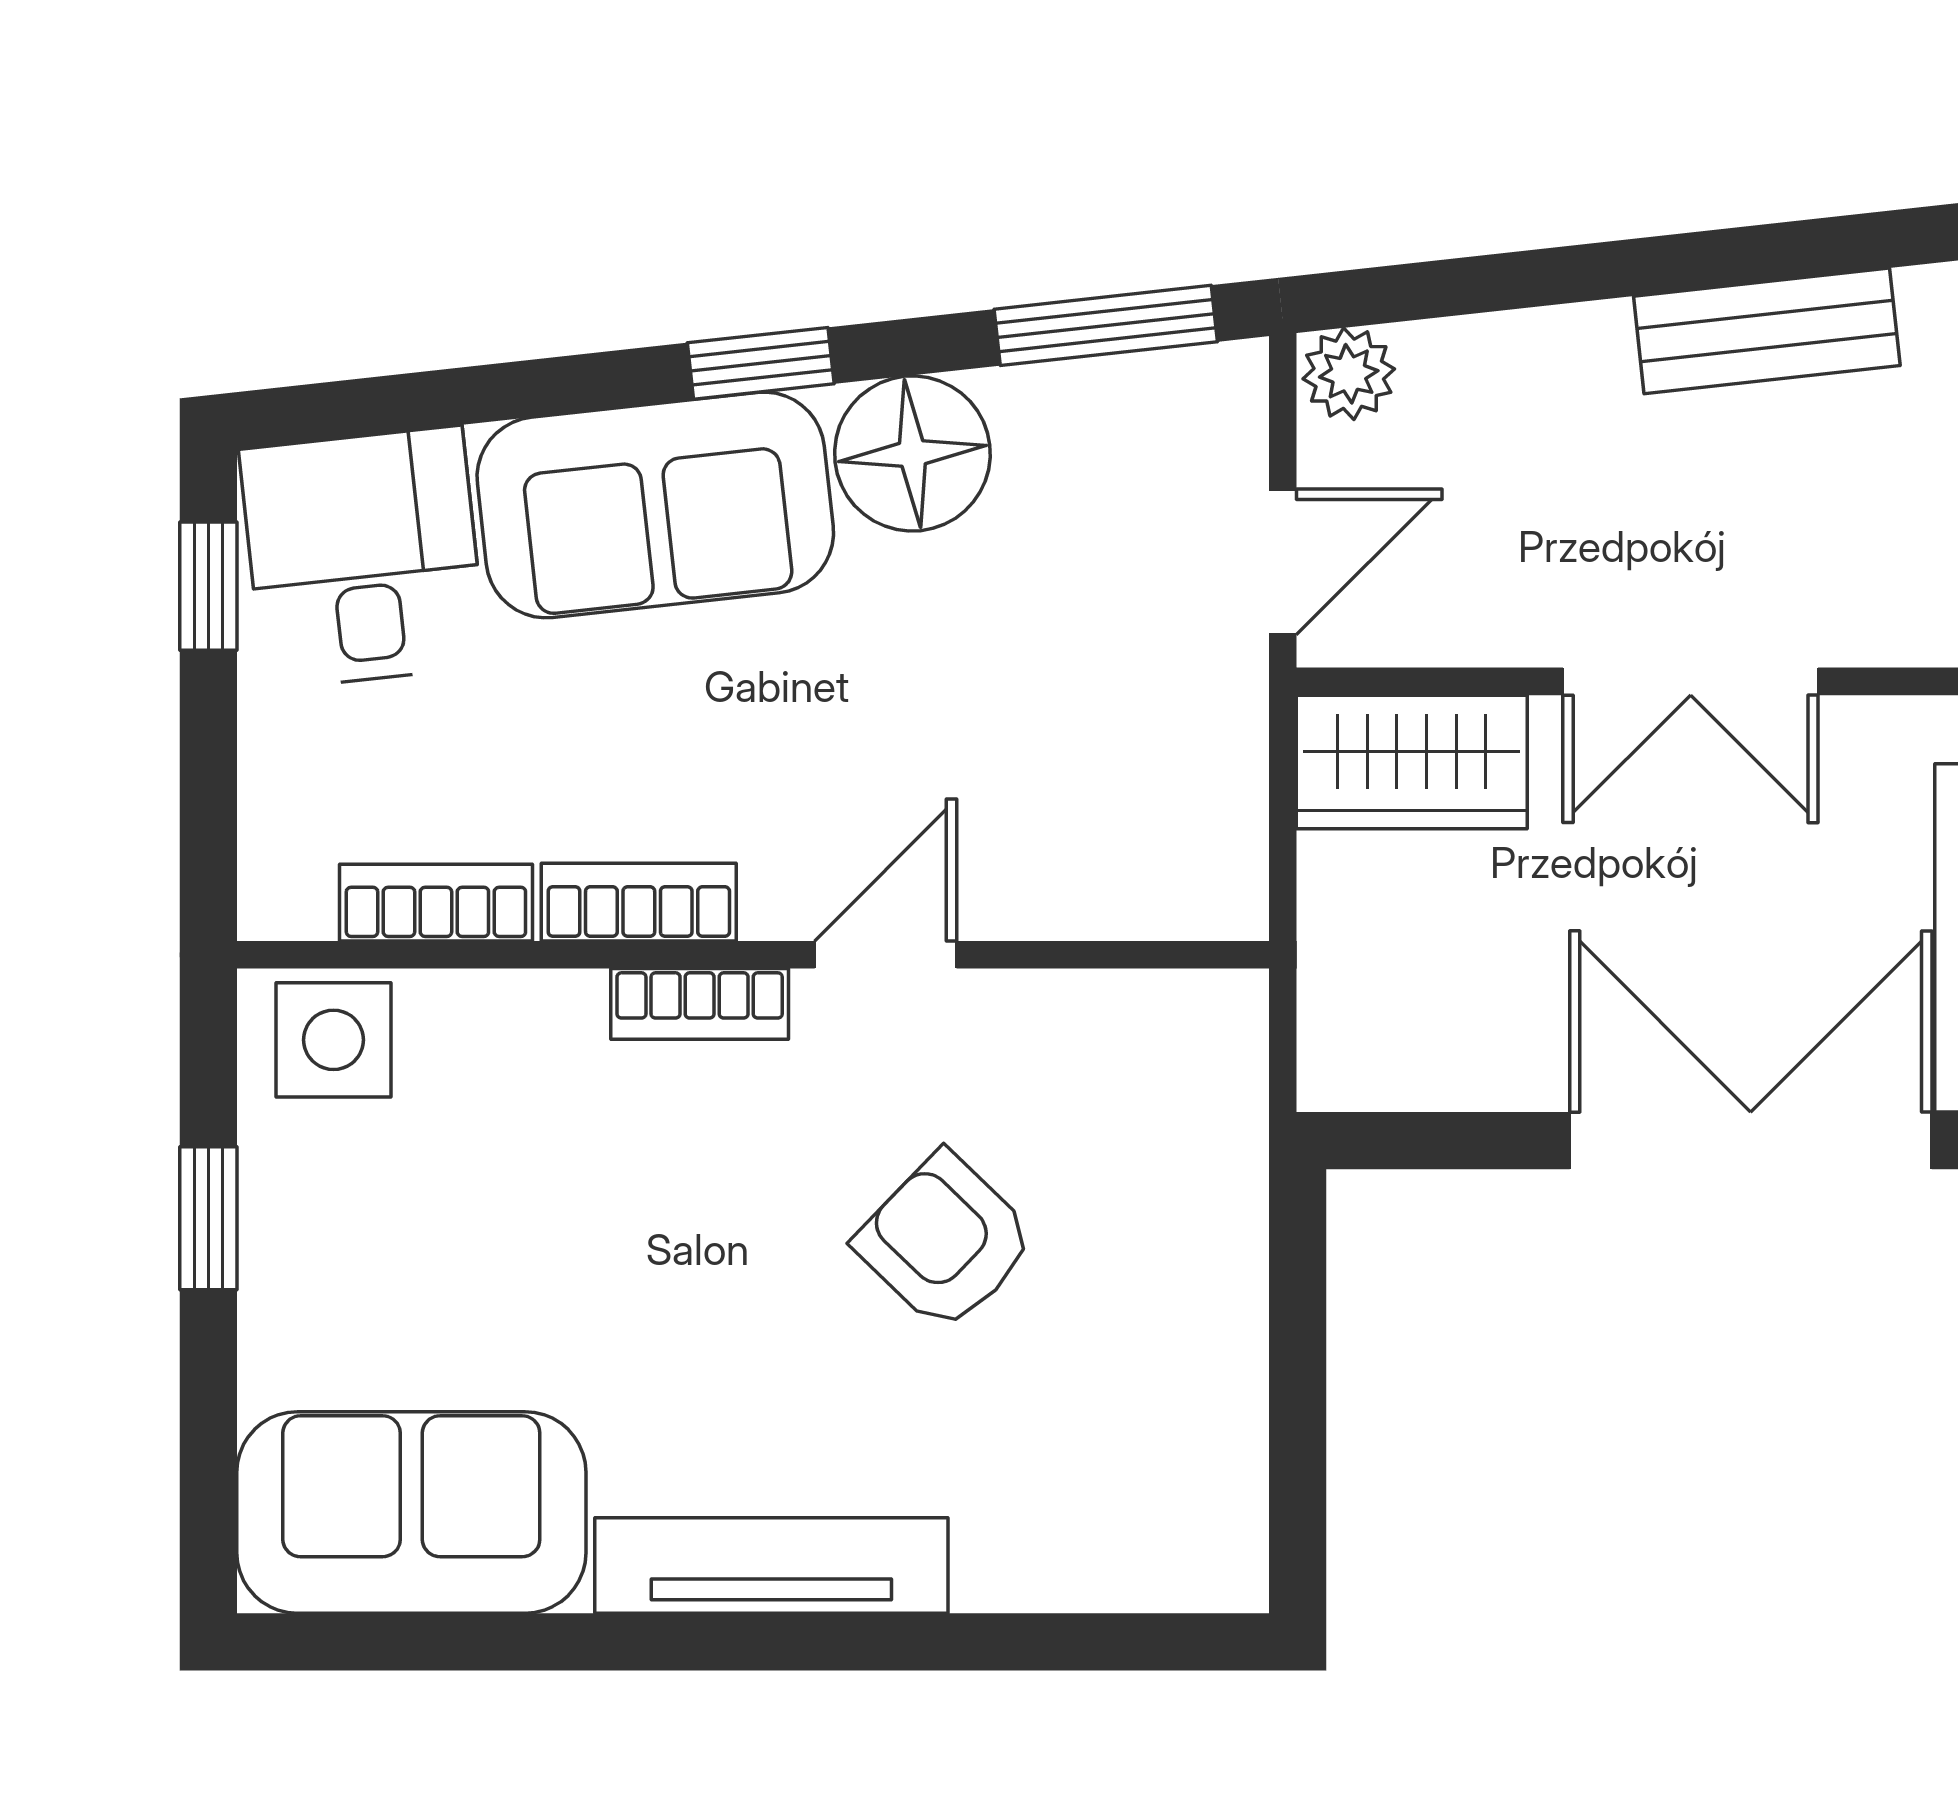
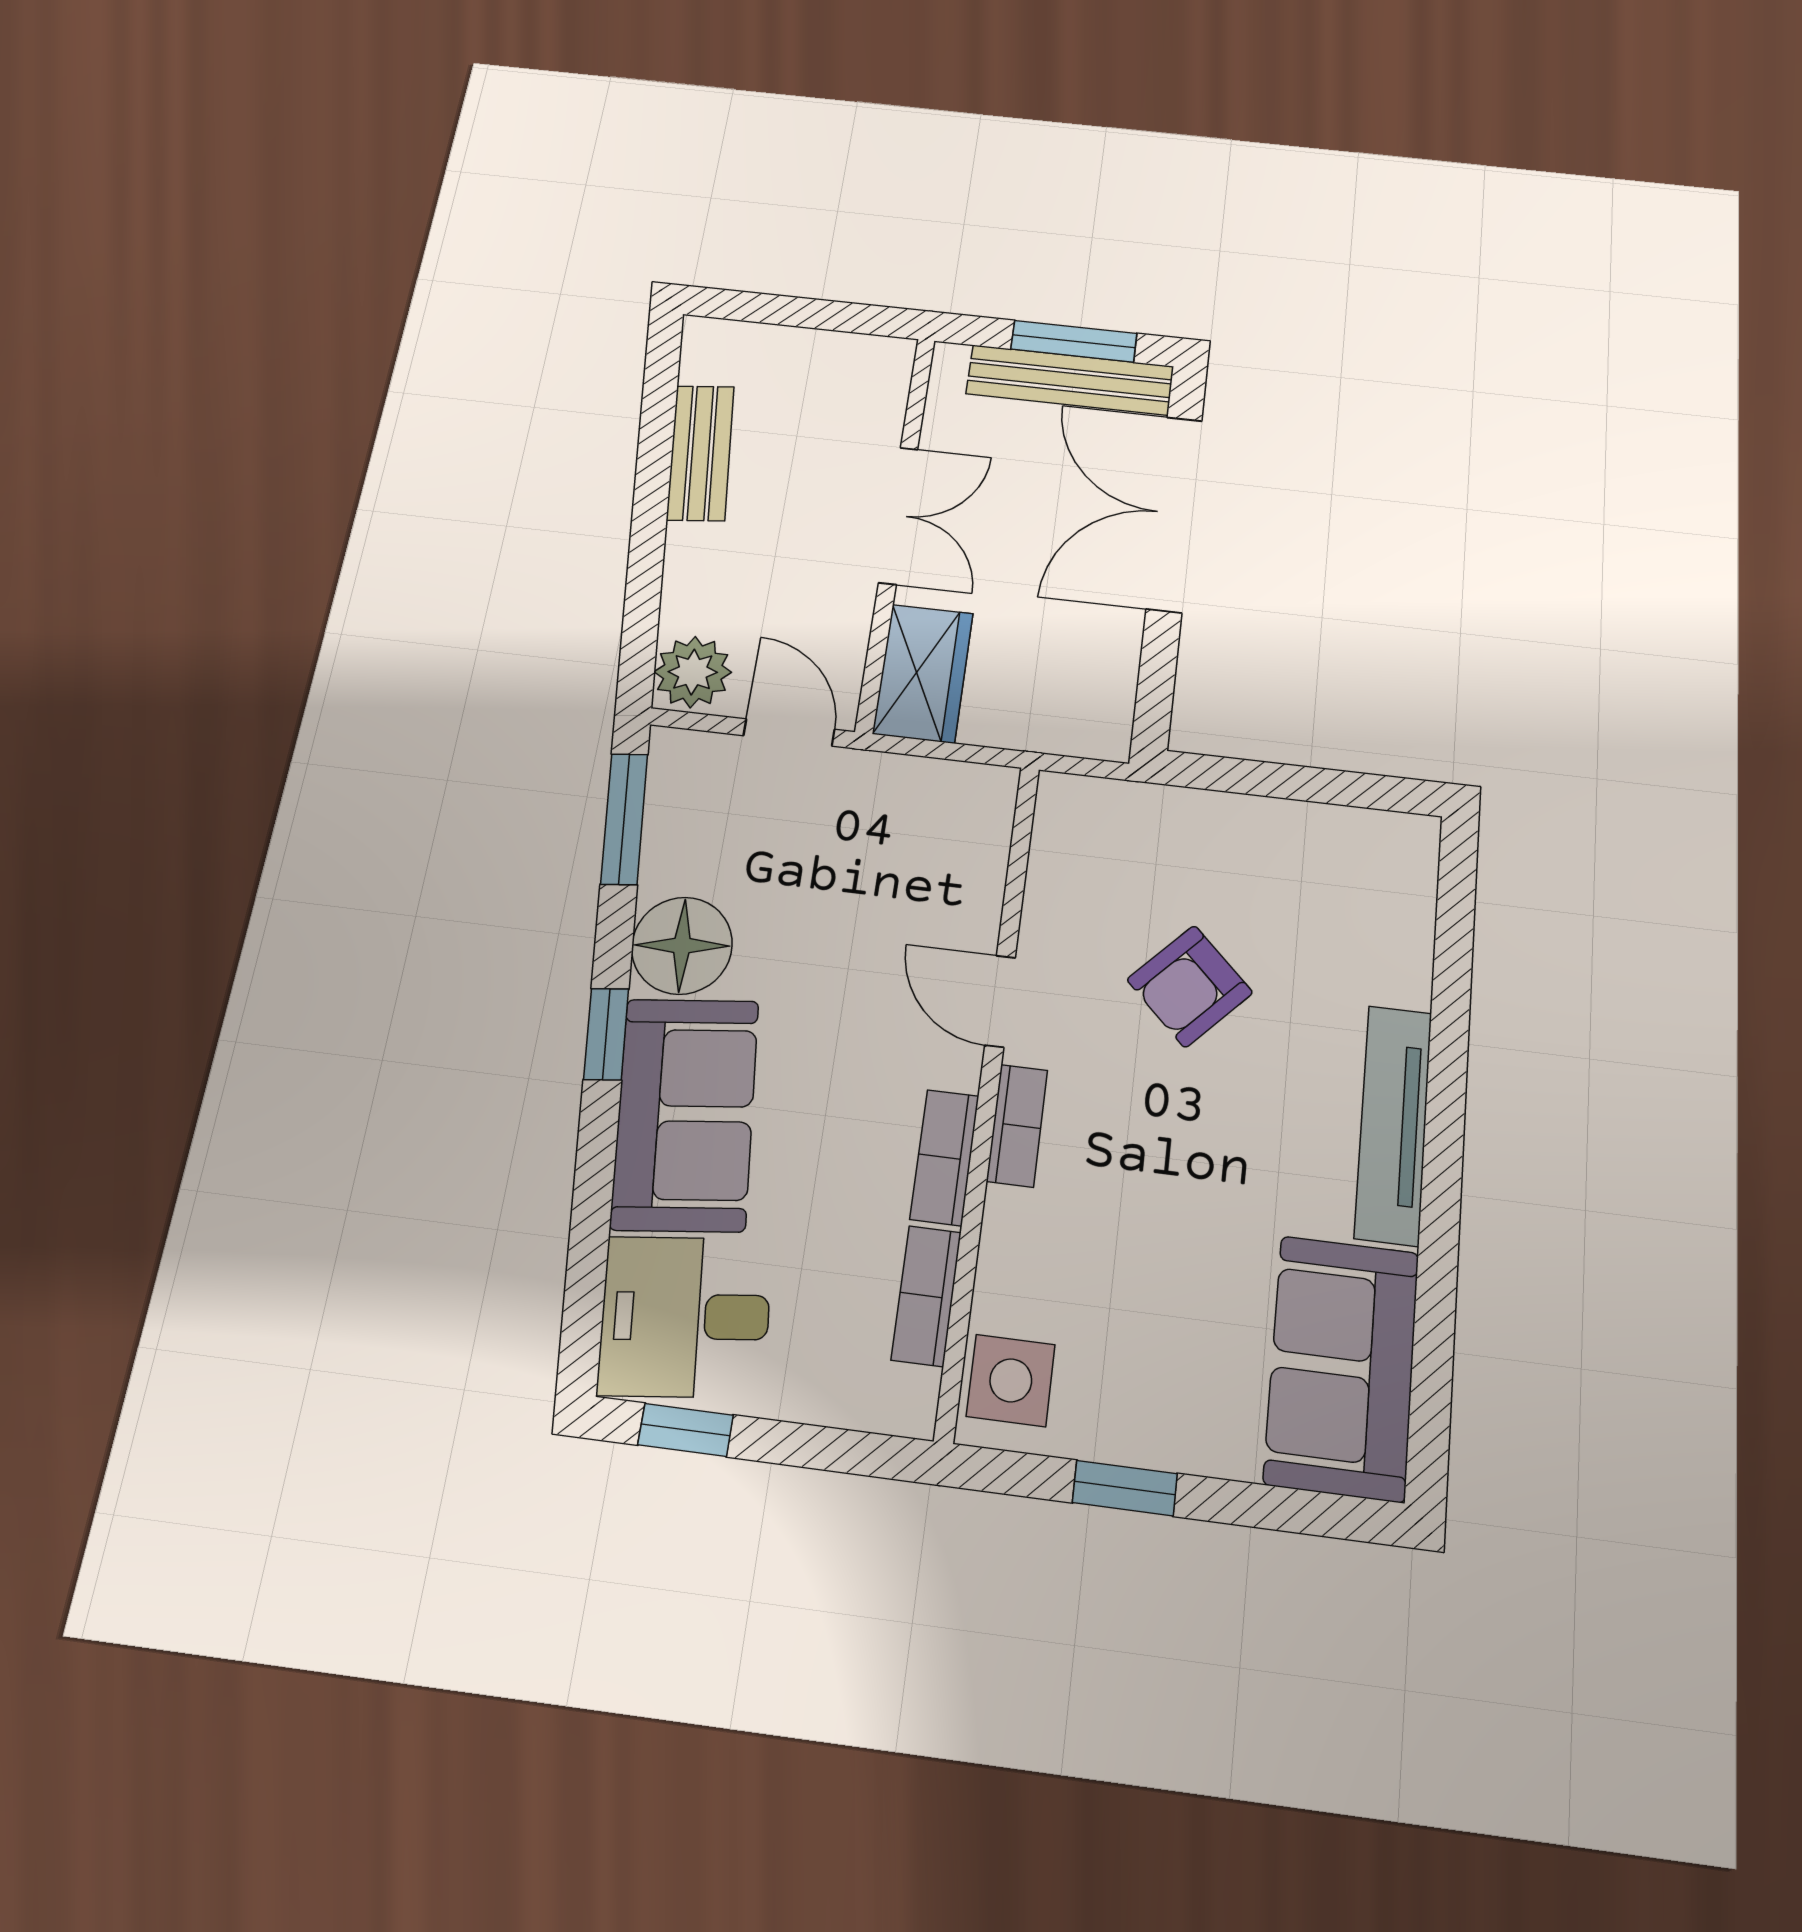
plant: (1349, 374) -> (693, 672), width x1.38, depth x1.38

